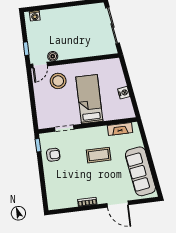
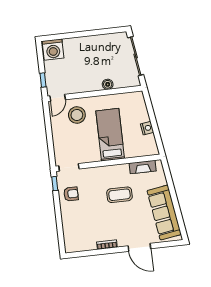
washing machine: (35, 16) -> (53, 50), width x1.89, depth x1.89
boiler: (53, 56) -> (108, 84), moved
doorway: (64, 128) -> (69, 167), moved

